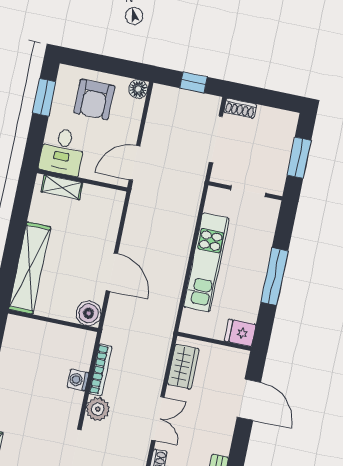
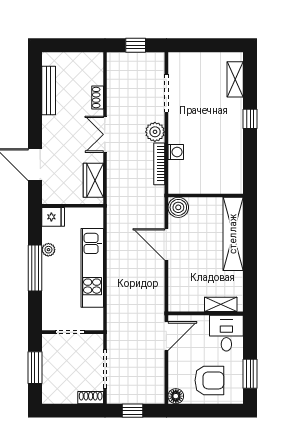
armchair: (94, 99) -> (209, 380), turned 90
plant: (254, 295) -> (48, 250), added

